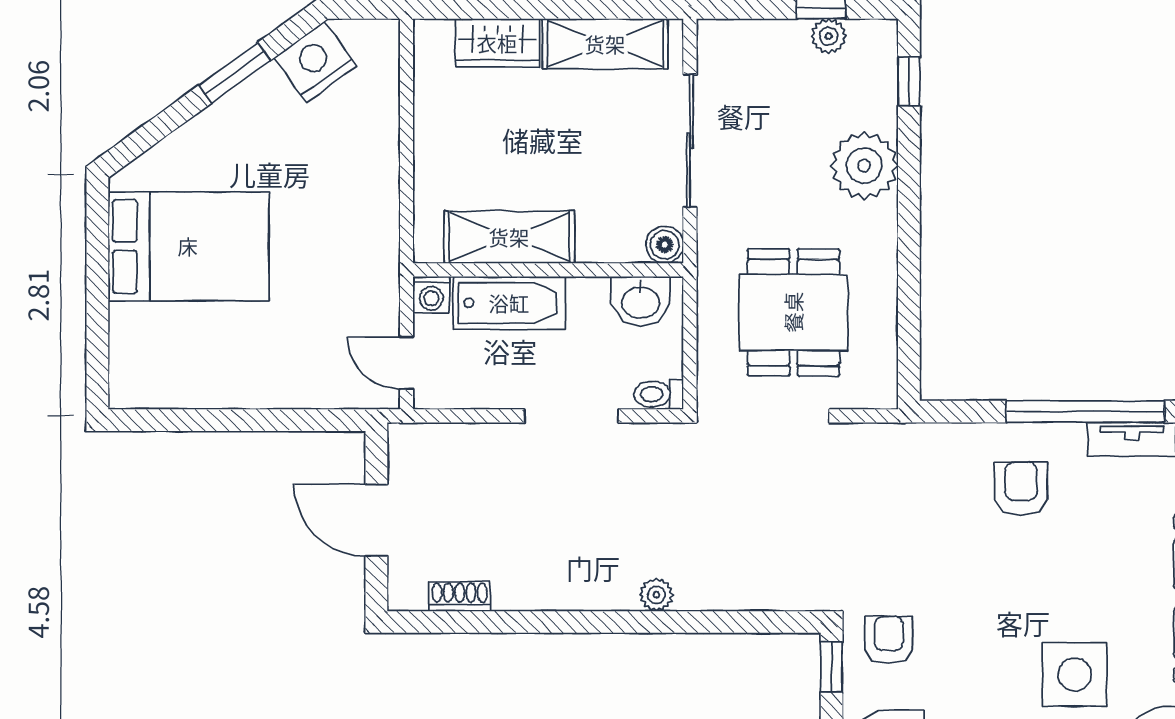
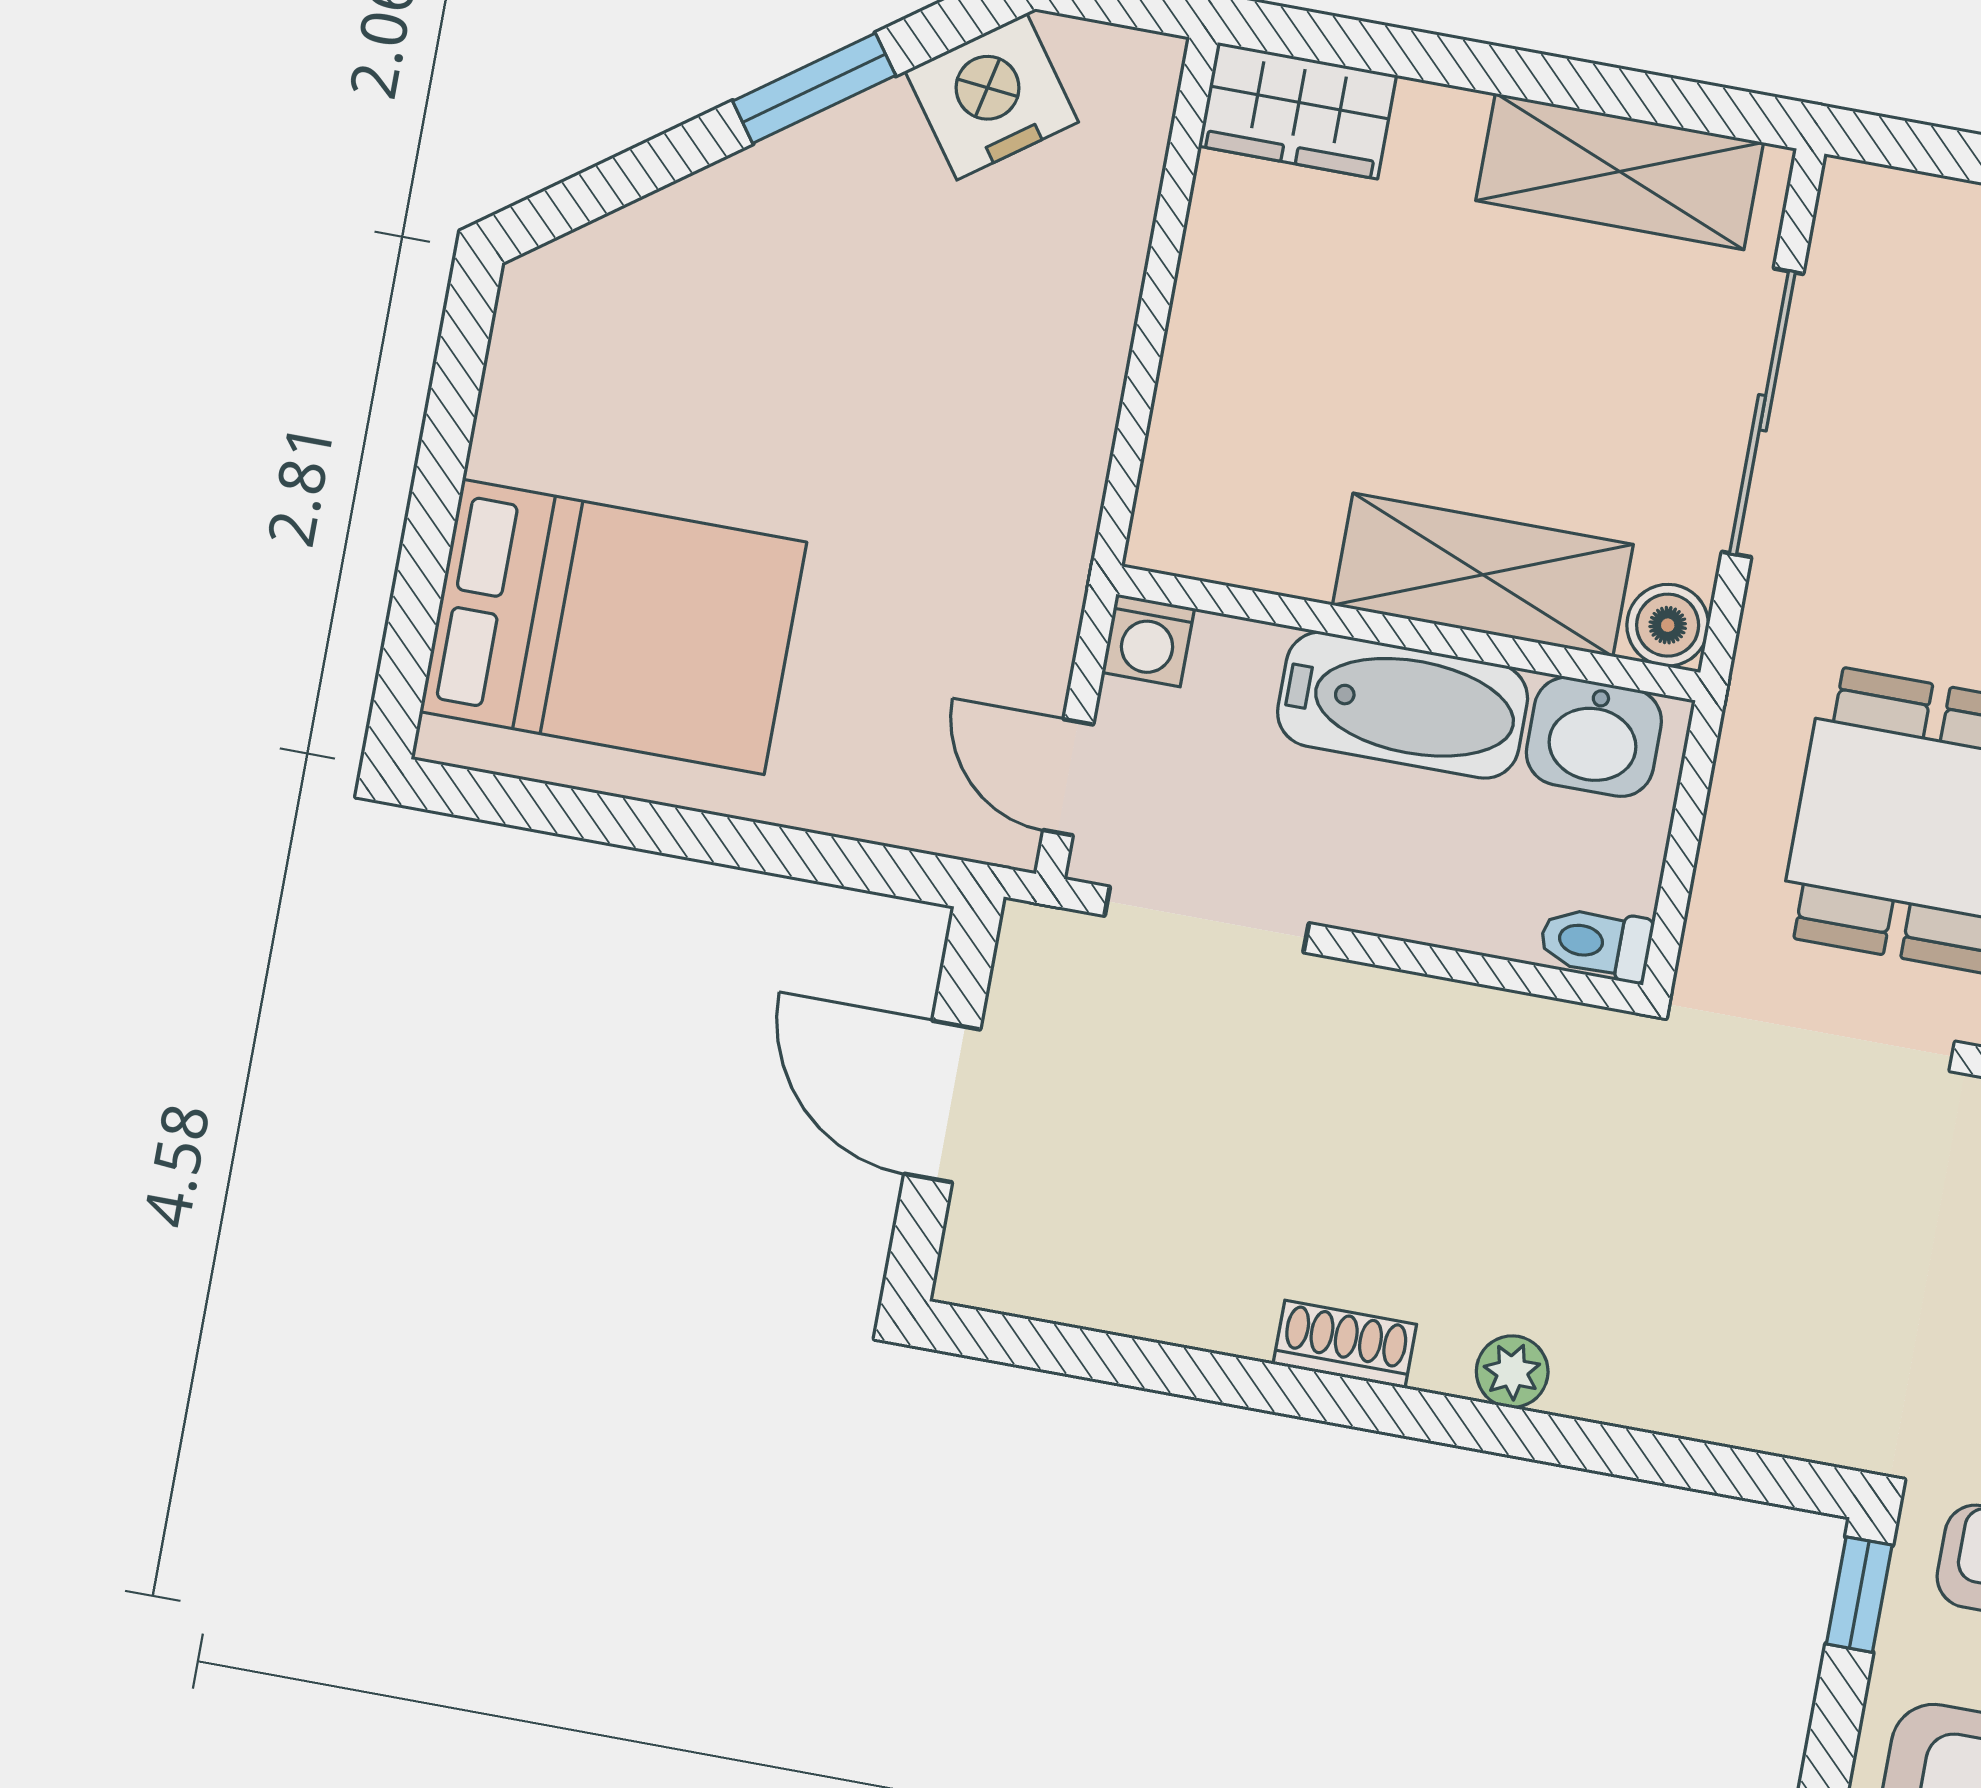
wardrobe: (497, 43) -> (1297, 111), moved
shelving: (509, 237) -> (1483, 575), moved
bed: (188, 246) -> (613, 627), moved
bathtub: (509, 303) -> (1403, 705), moved
doorway: (571, 416) -> (1207, 919), moved
shoe rack: (460, 596) -> (1345, 1344), moved

